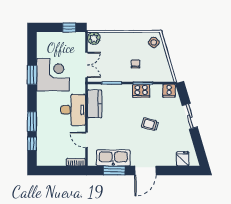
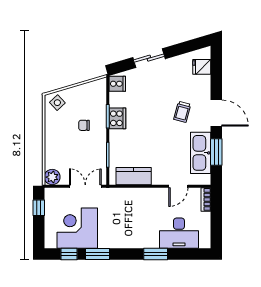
corner desk: (53, 75) -> (77, 228), moved
desk: (73, 110) -> (179, 233), moved, turned 180
trolley: (150, 124) -> (182, 112), moved
window: (32, 144) -> (69, 254), moved

